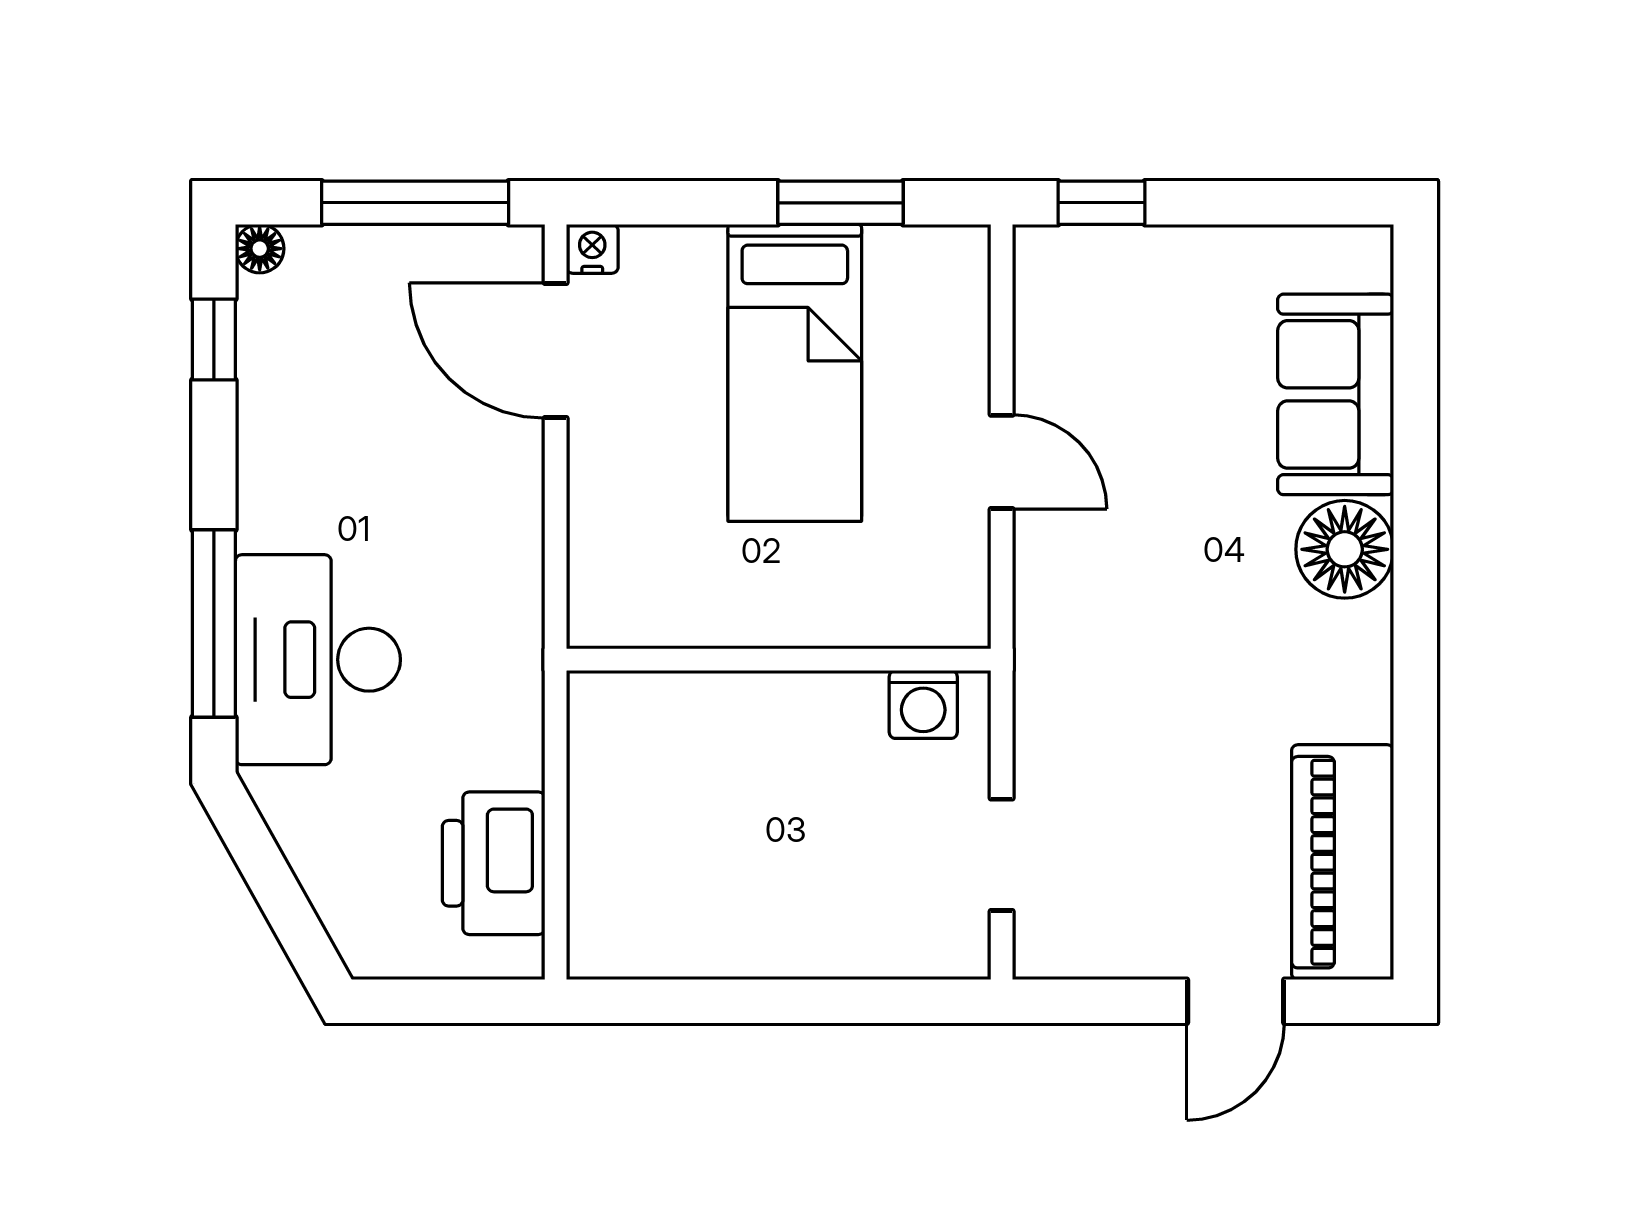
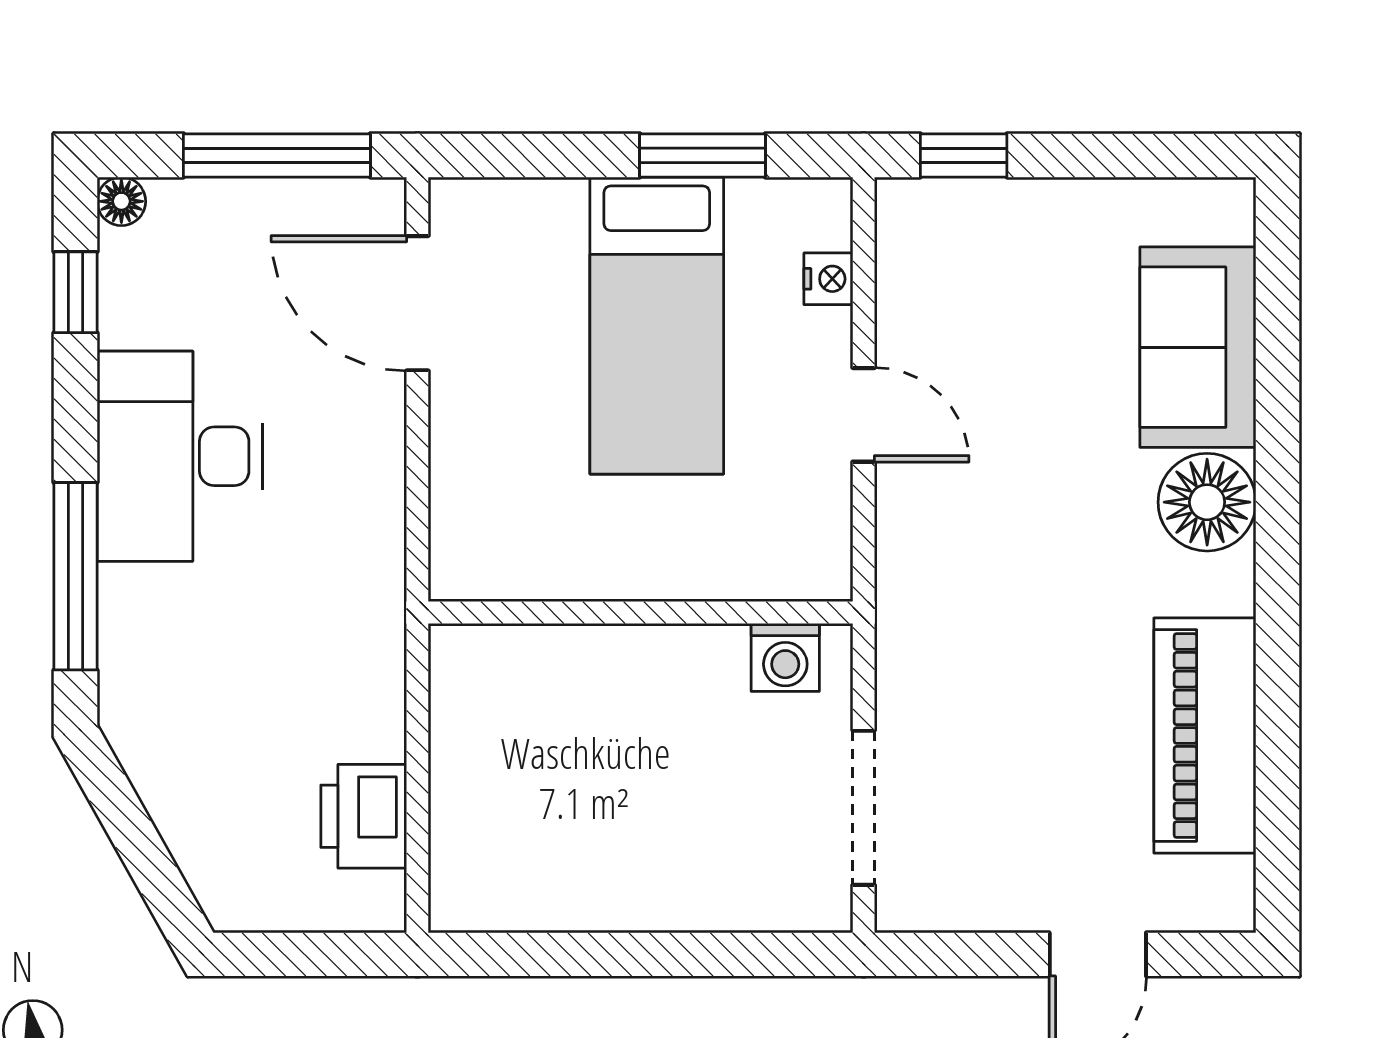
nightstand: (592, 249) -> (828, 279), moved, turned 90
desk: (318, 660) -> (180, 456), moved
doorway: (1002, 855) -> (864, 808), width x1.38
piano: (1343, 862) -> (1205, 736), moved
printer: (494, 863) -> (364, 816), width x0.73, depth x0.84

